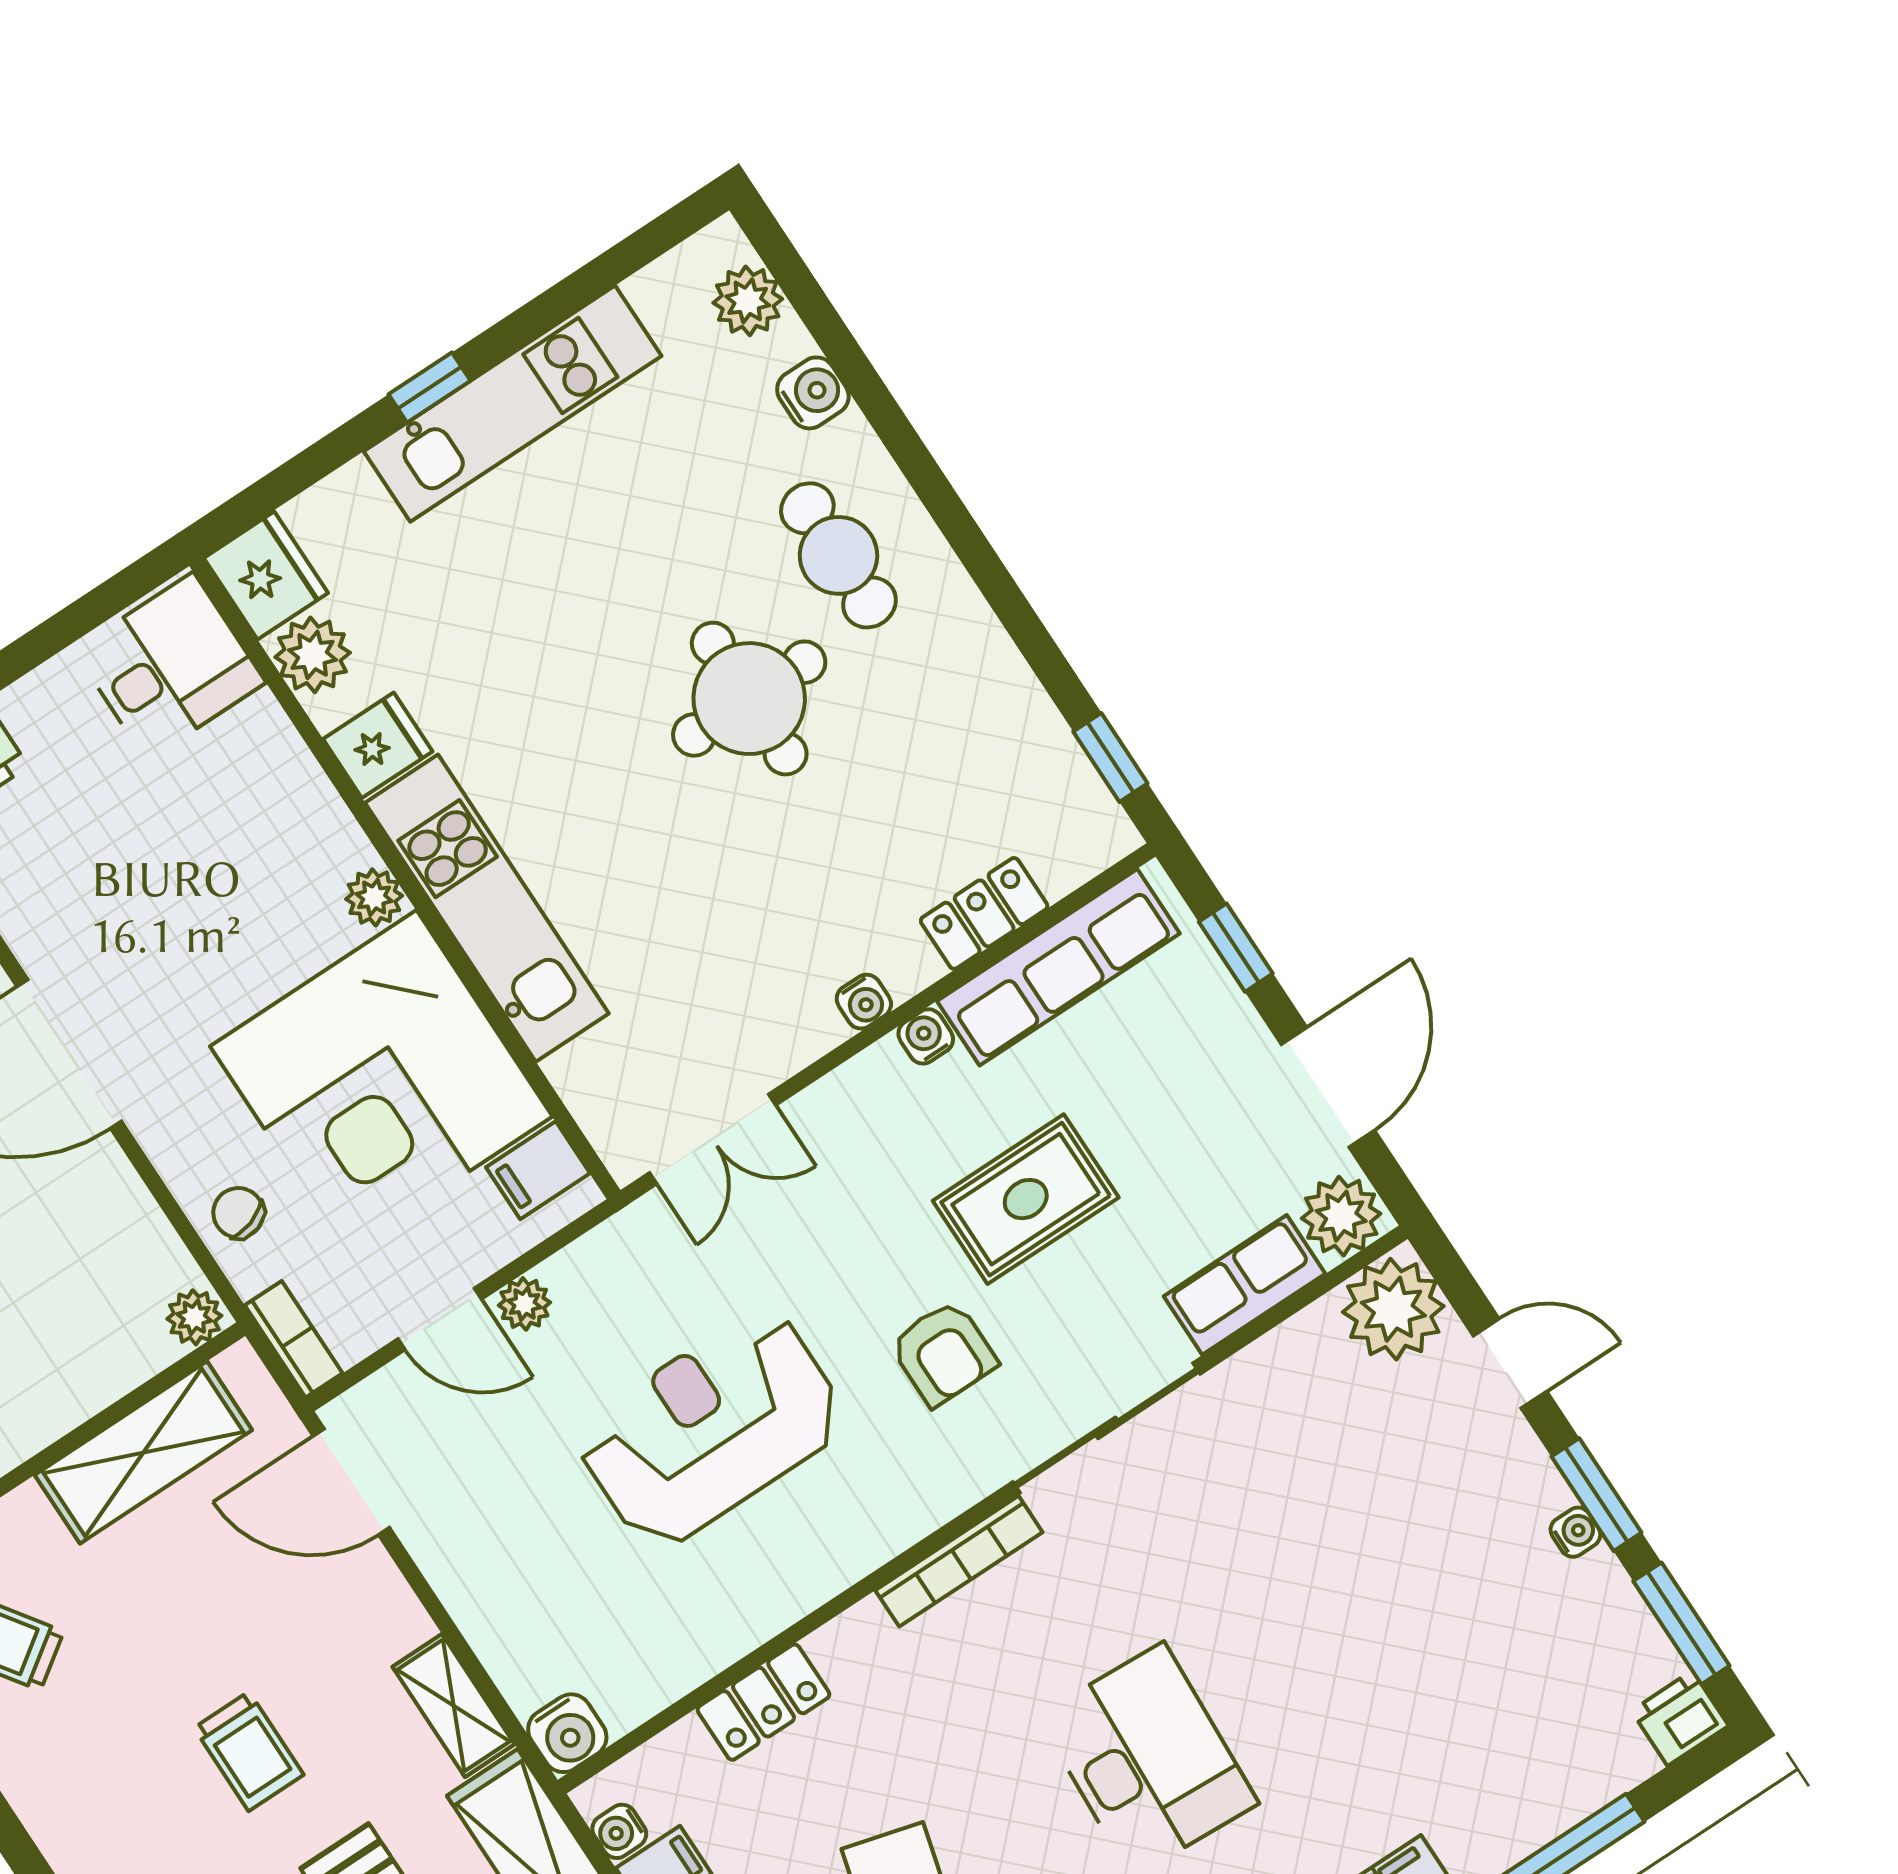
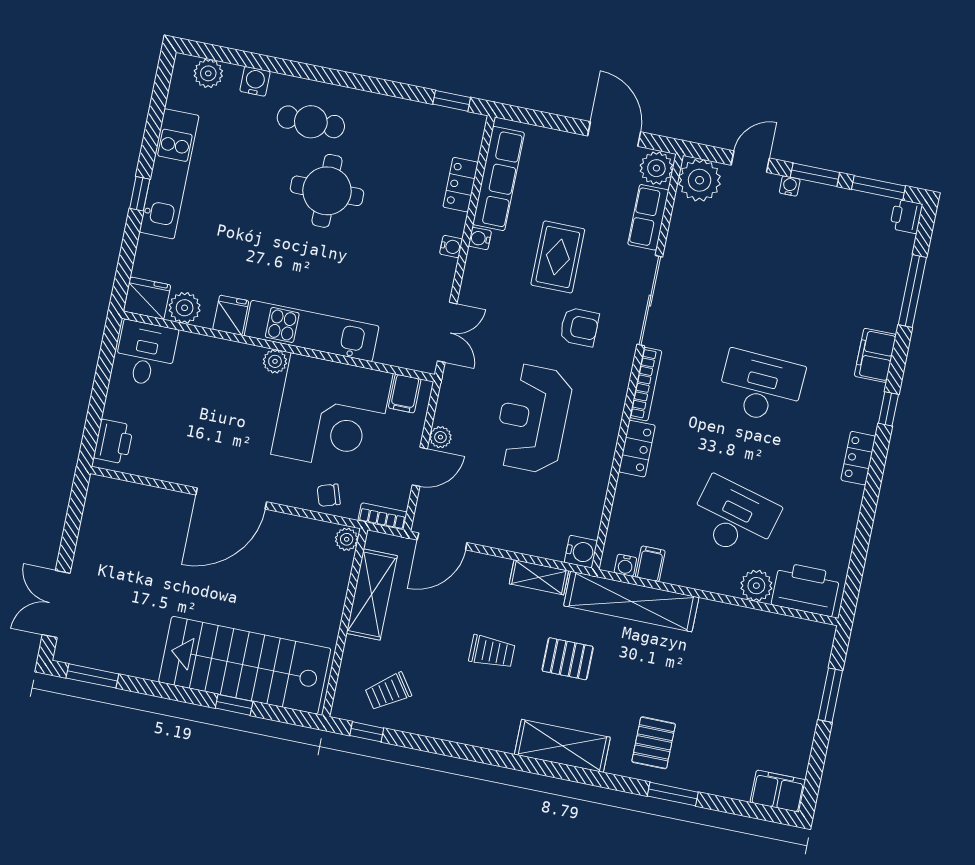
window: (1236, 948) -> (545, 120), removed
water cooler: (1575, 1532) -> (790, 186), moved
locker: (763, 1702) -> (637, 449), moved

